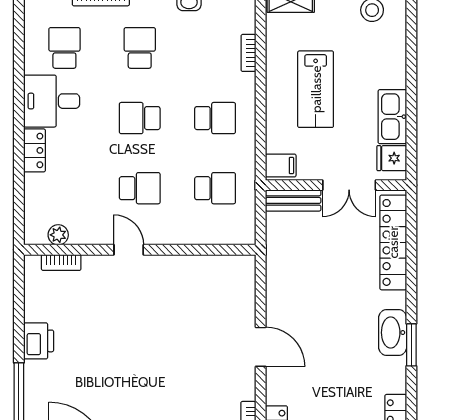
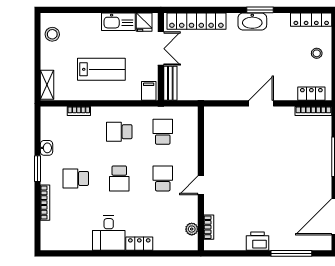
school desk: (64, 48) -> (76, 225), removed
school desk: (215, 118) -> (119, 132), turned -90

